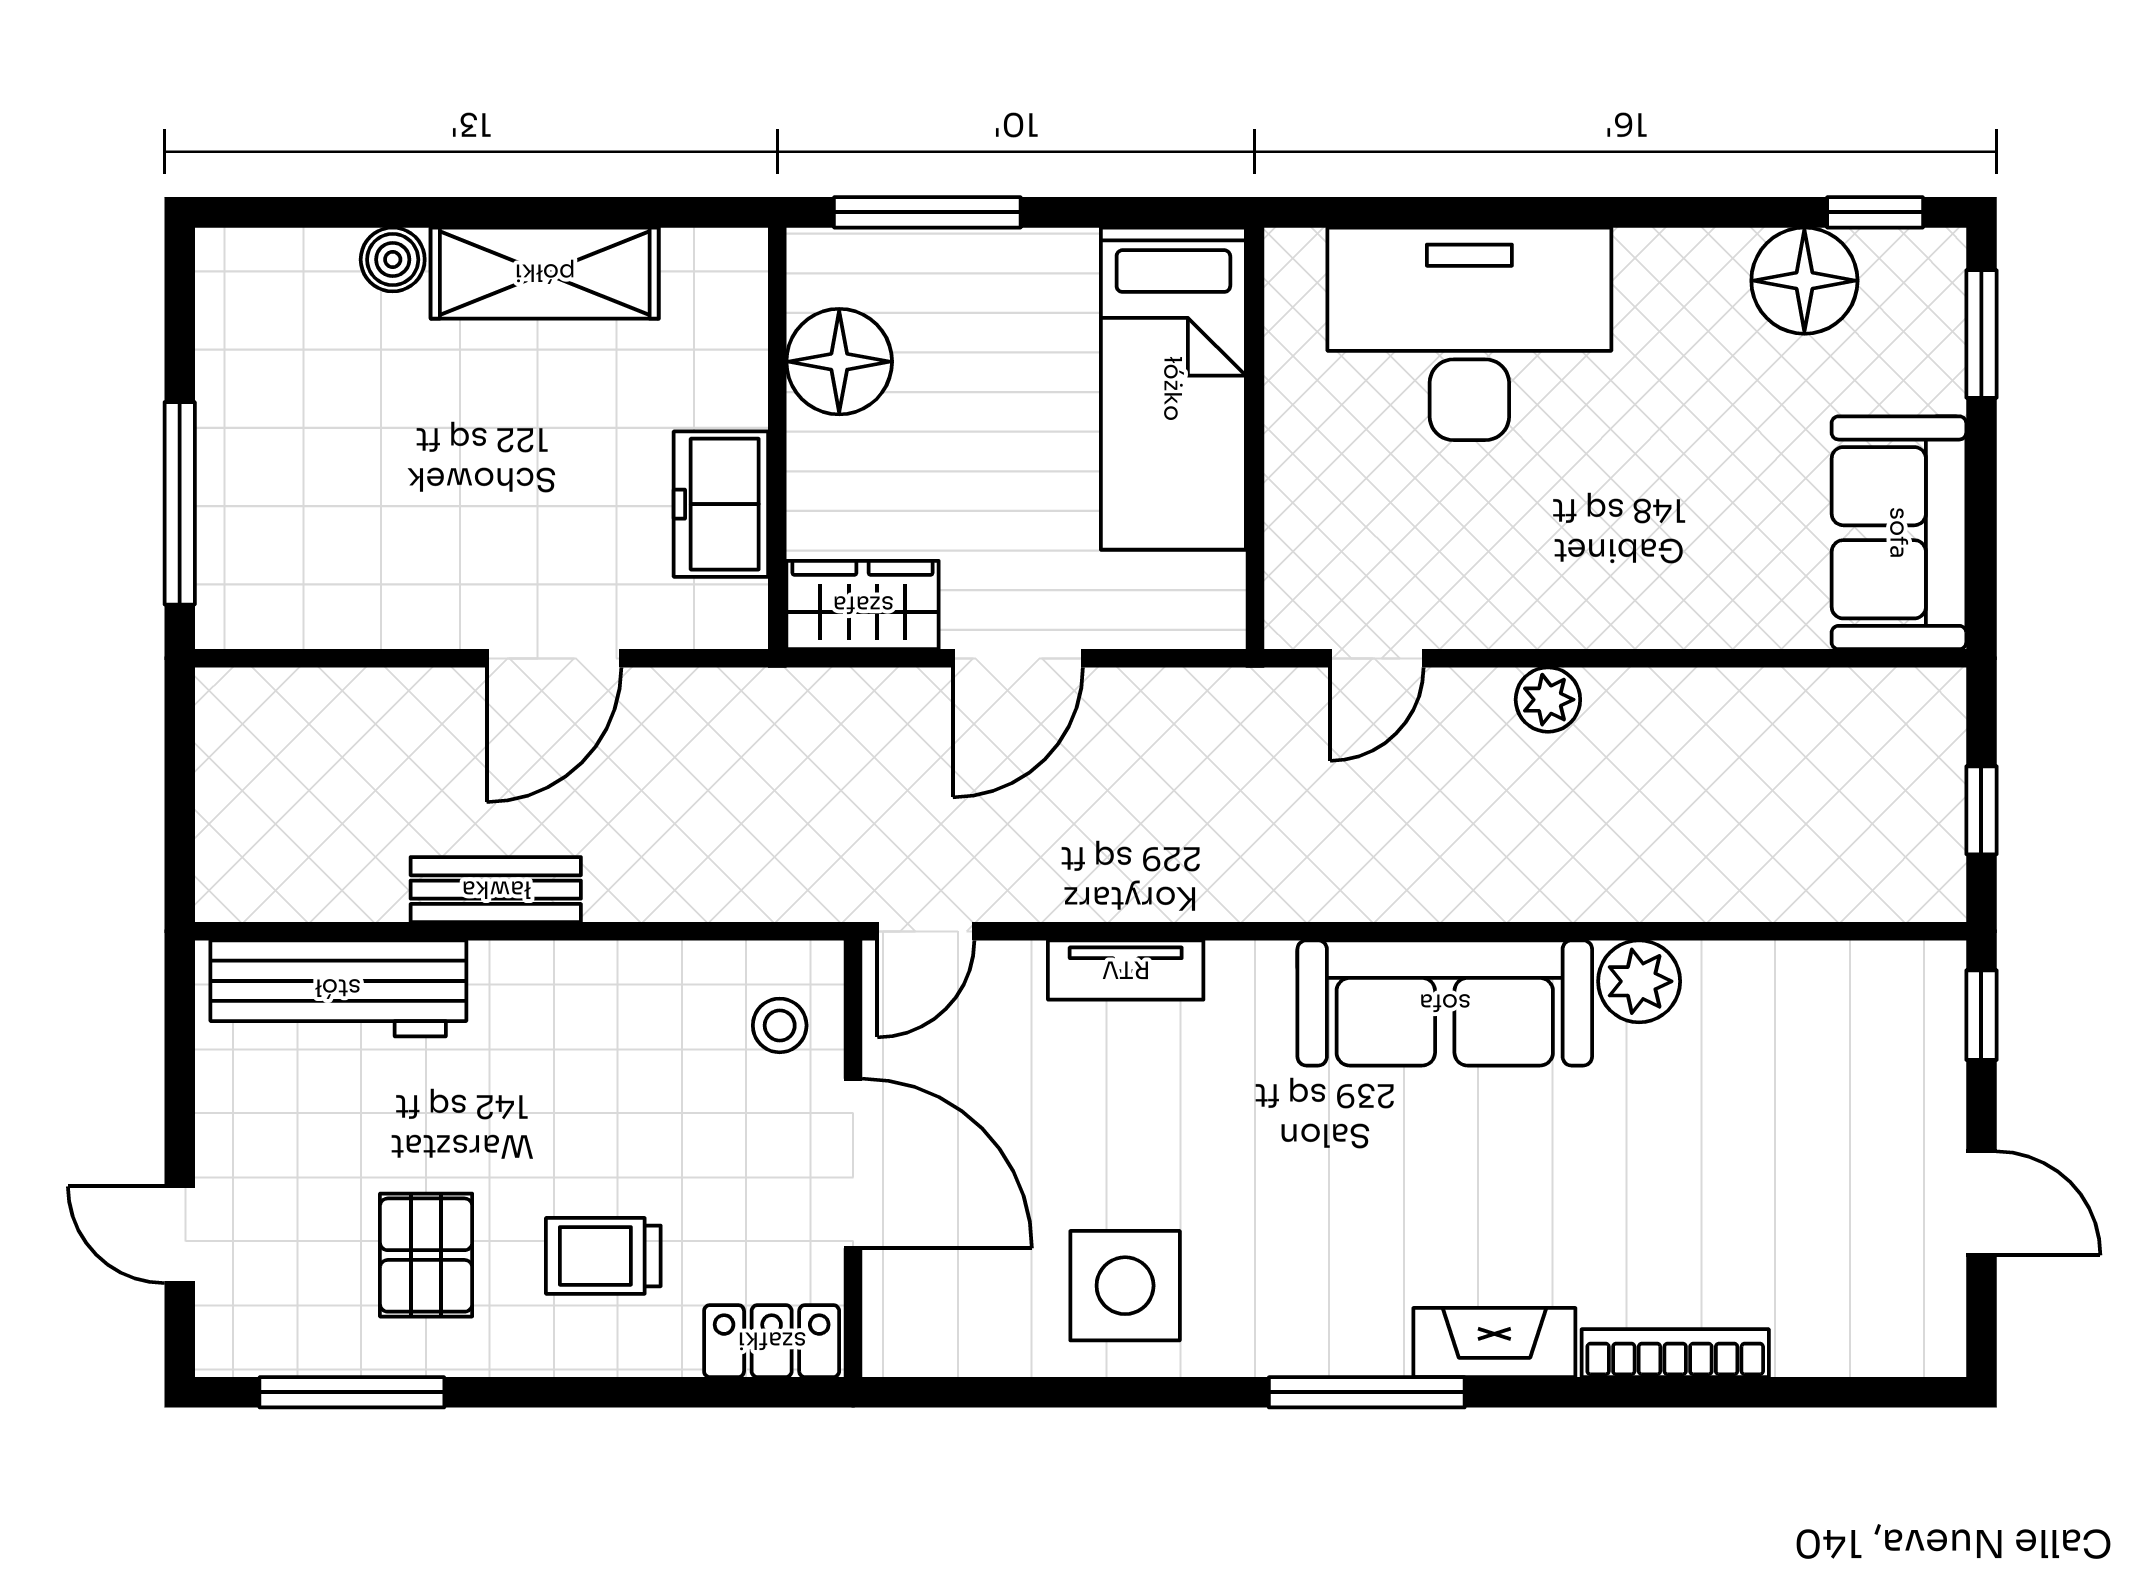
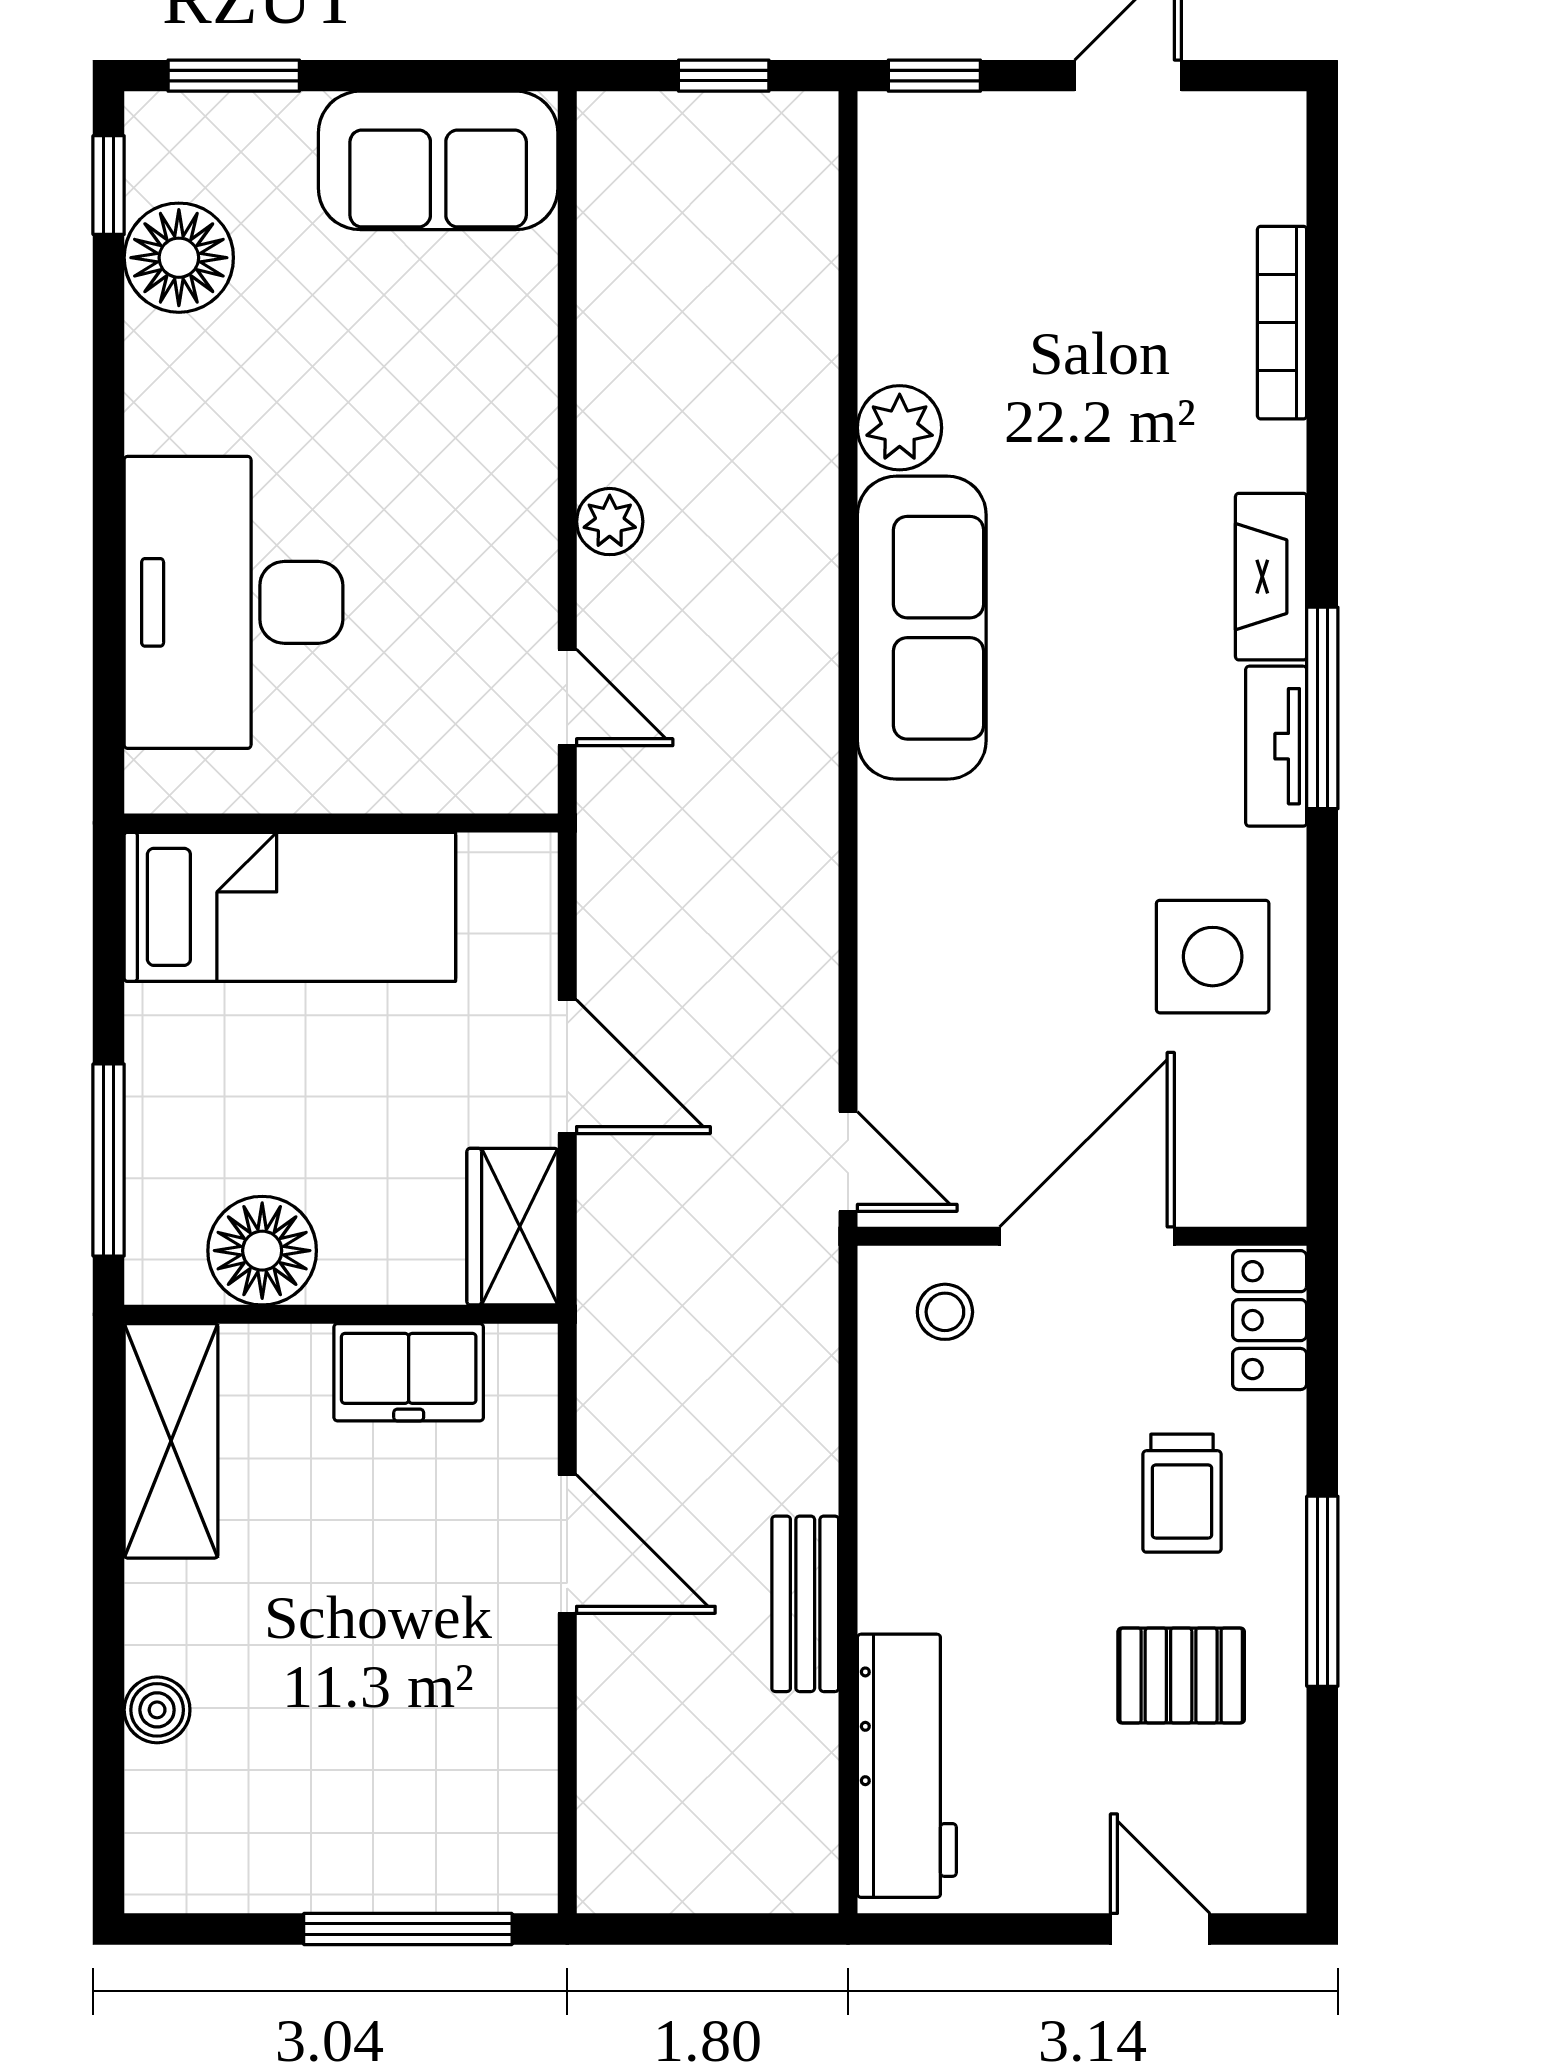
shelving: (545, 273) -> (171, 1441), moved
tv unit: (1126, 970) -> (1276, 746), moved, turned 180
door: (180, 1235) -> (1160, 1929), swing flipped
bookcase: (1675, 1353) -> (1282, 323), moved
window: (352, 1392) -> (1322, 1591), moved

